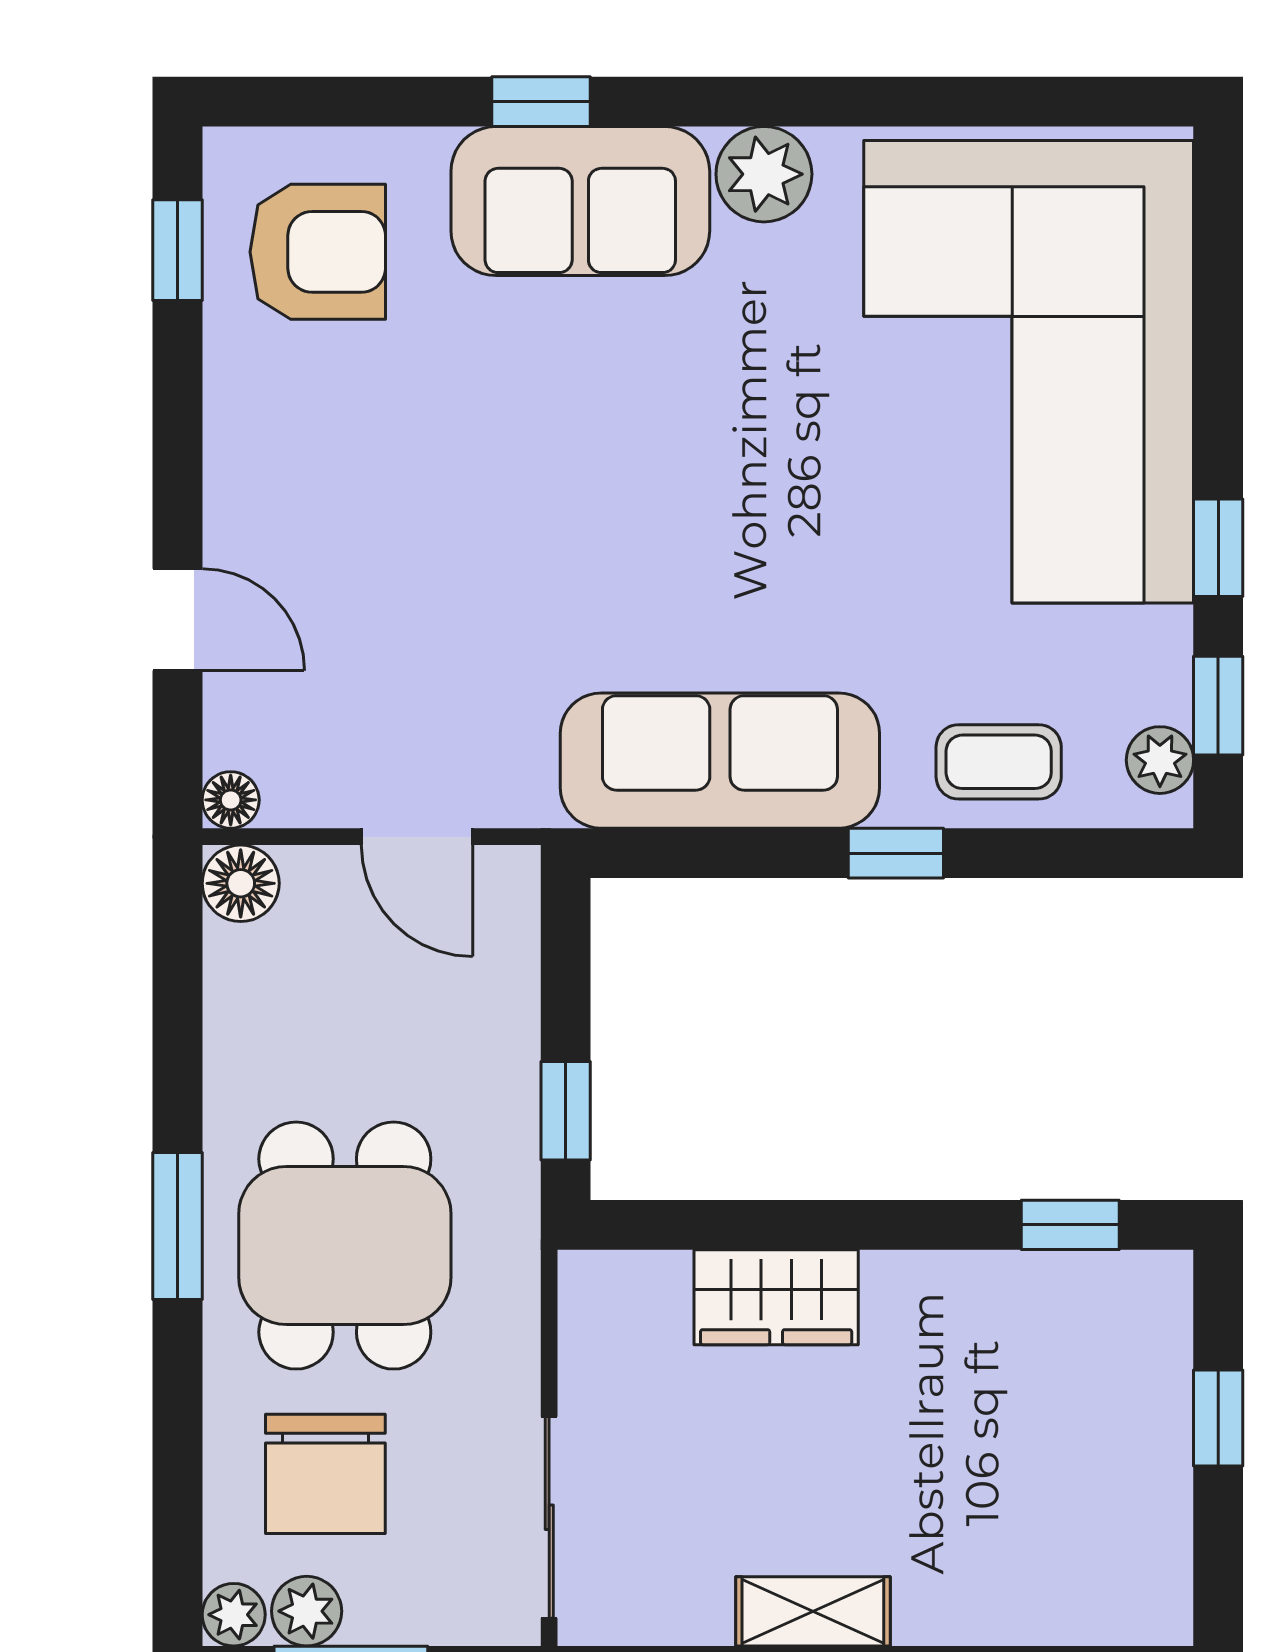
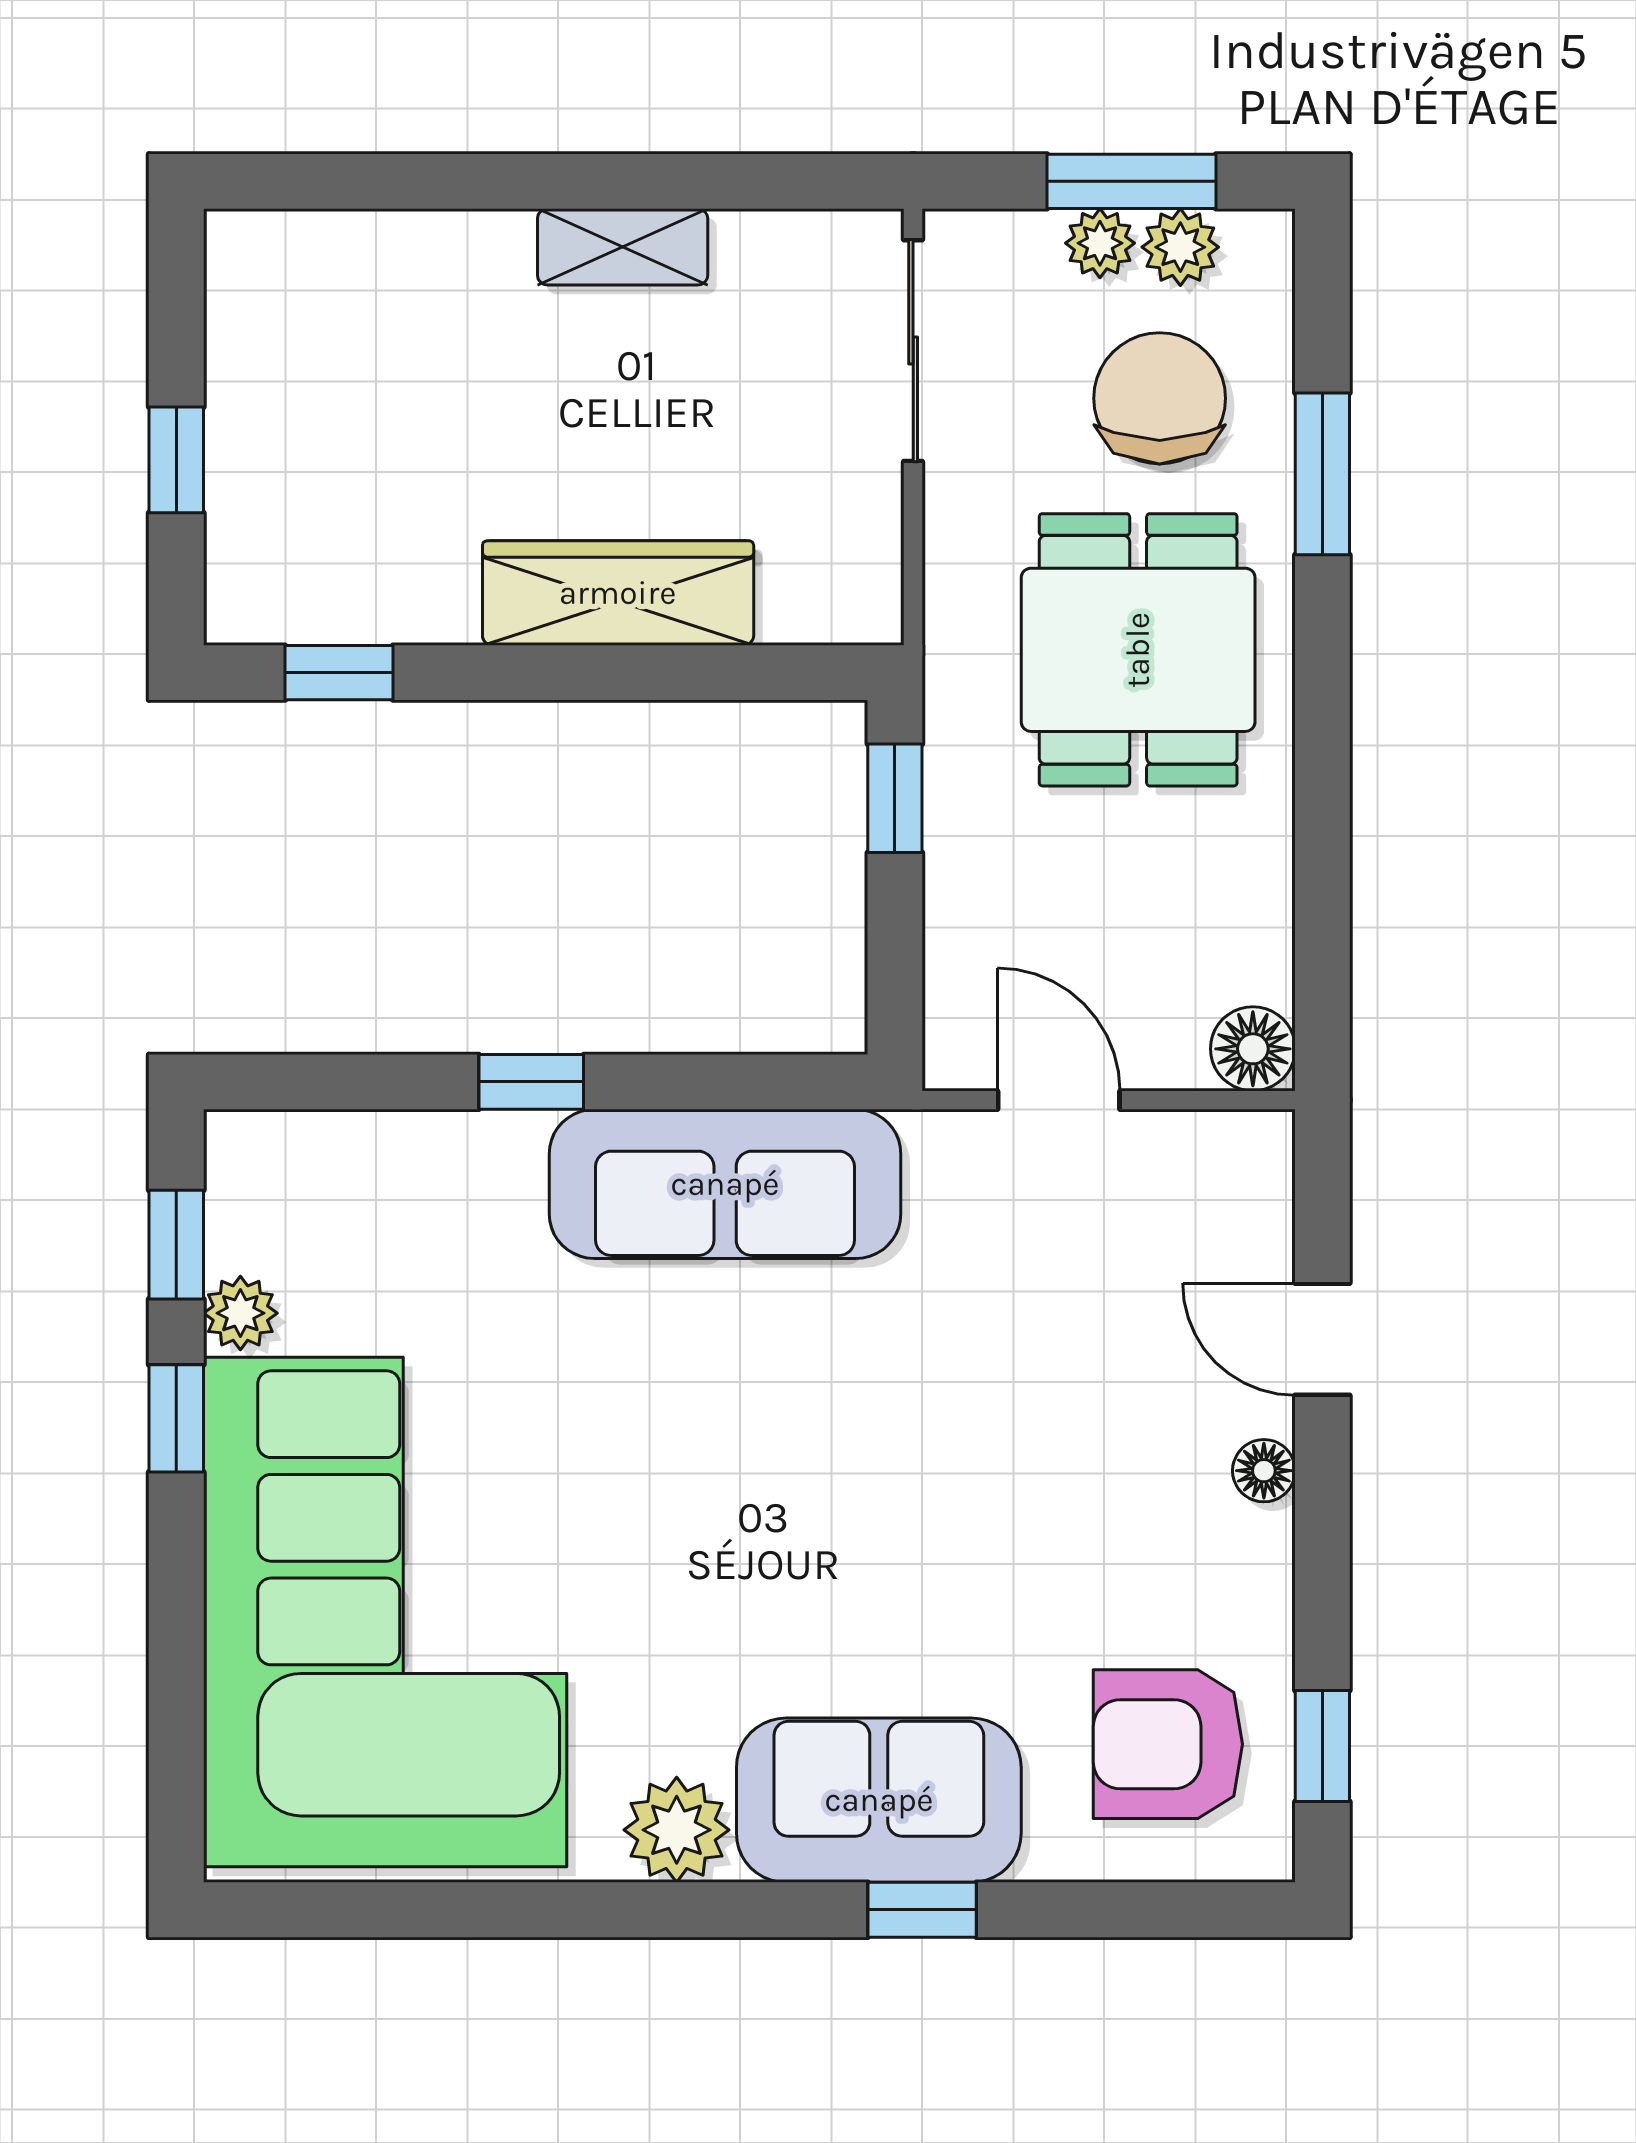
plant: (1160, 760) -> (240, 1313), moved
coffee table: (999, 762) -> (418, 1183), removed
floor lamp: (231, 800) -> (1264, 1471), moved
window: (178, 1226) -> (1322, 474), moved
wardrobe: (776, 1297) -> (618, 593), width x1.50
plant: (234, 1615) -> (1100, 243), moved

